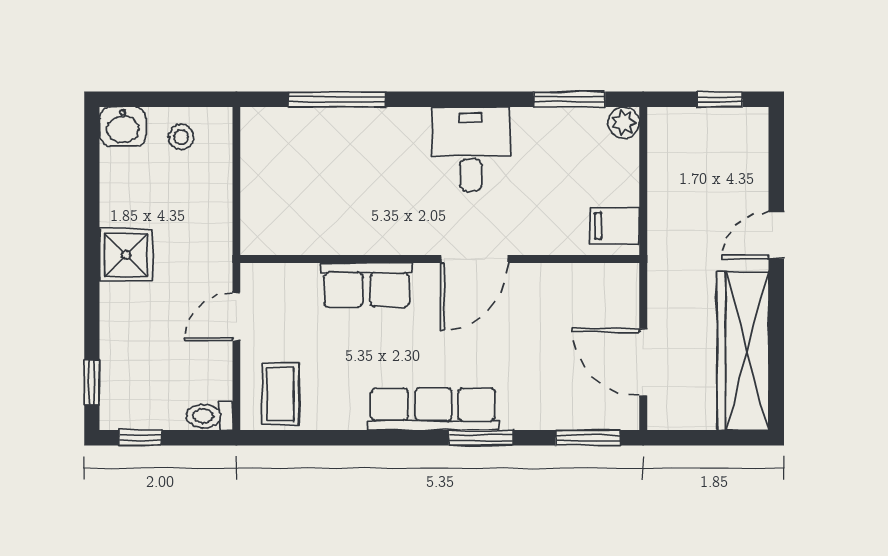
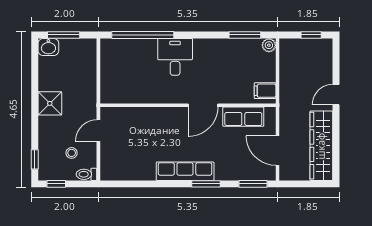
window: (157, 99) -> (64, 35), added
window: (337, 99) -> (143, 35), width x1.46
stool: (181, 137) -> (72, 153), moved
desk: (471, 149) -> (175, 57), moved
row of seats: (366, 285) -> (243, 117), moved
coffee table: (280, 394) -> (118, 165), removed

